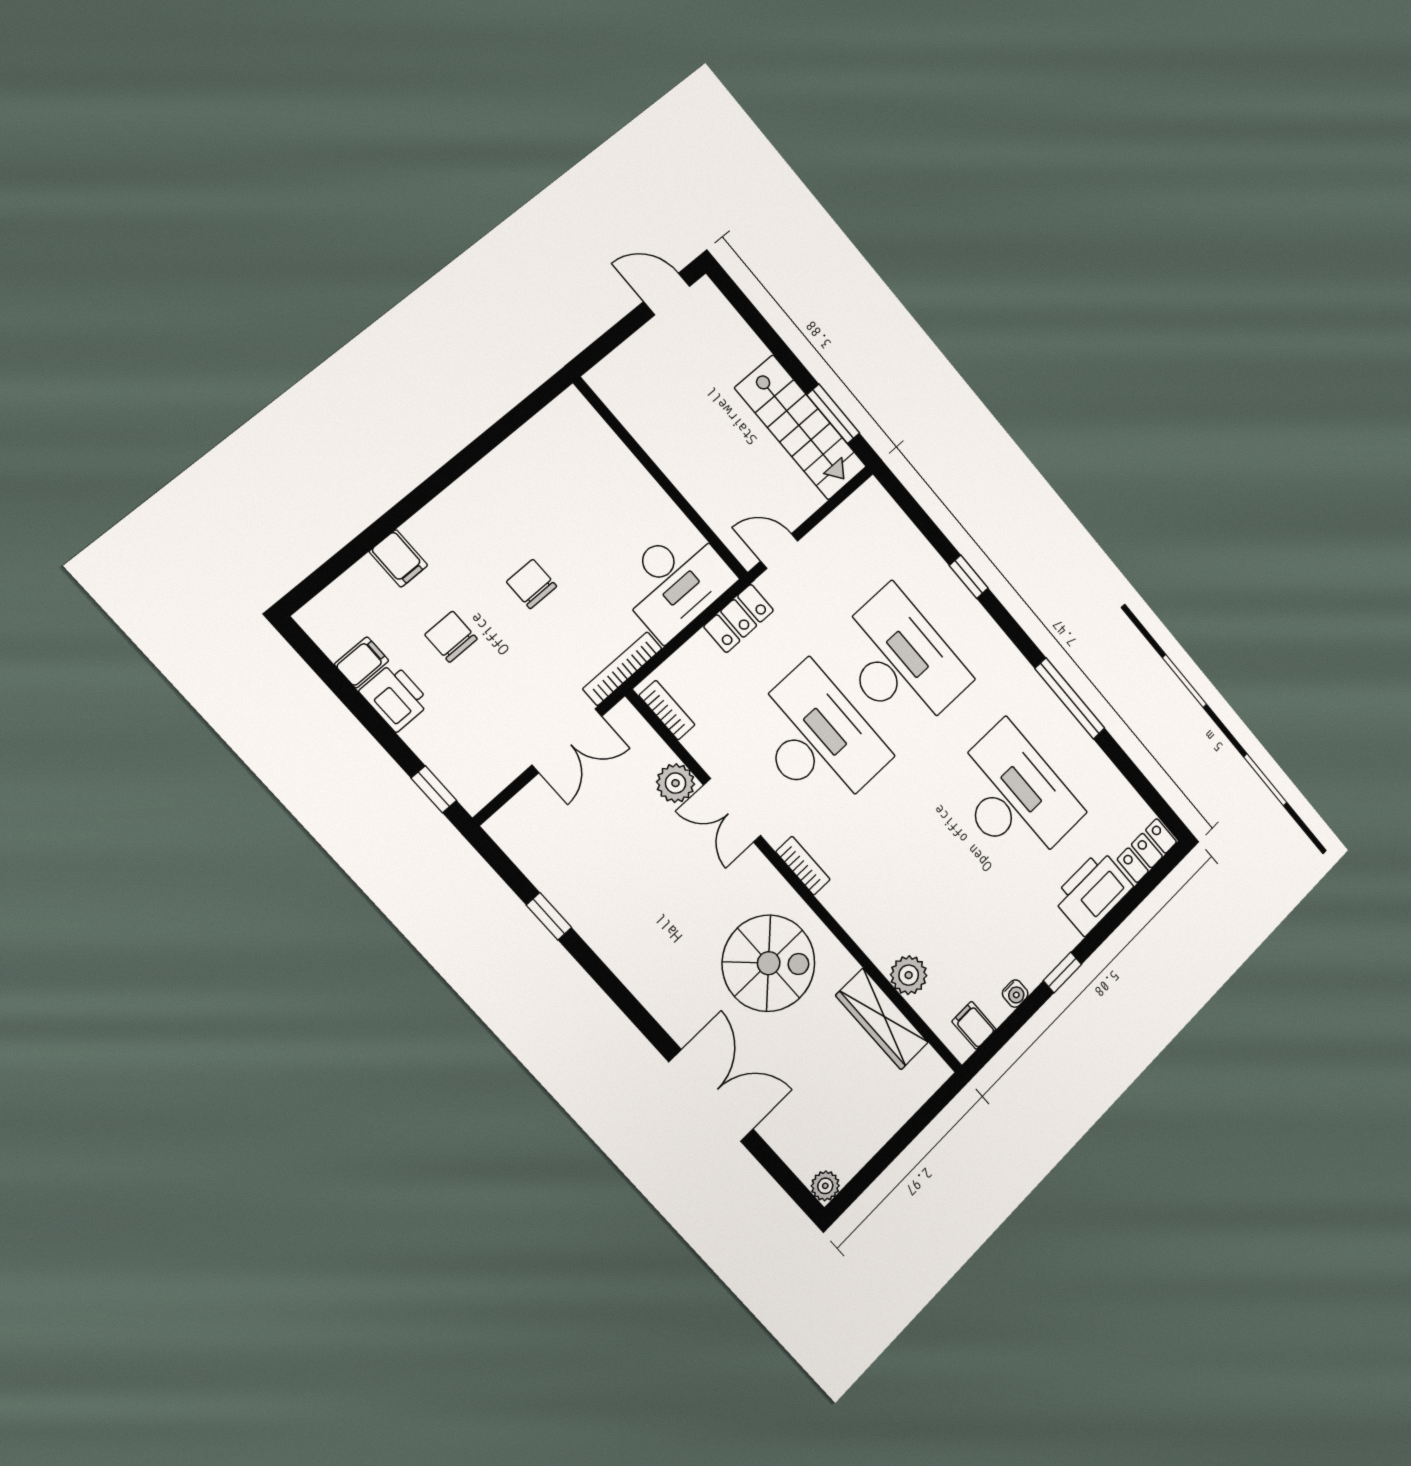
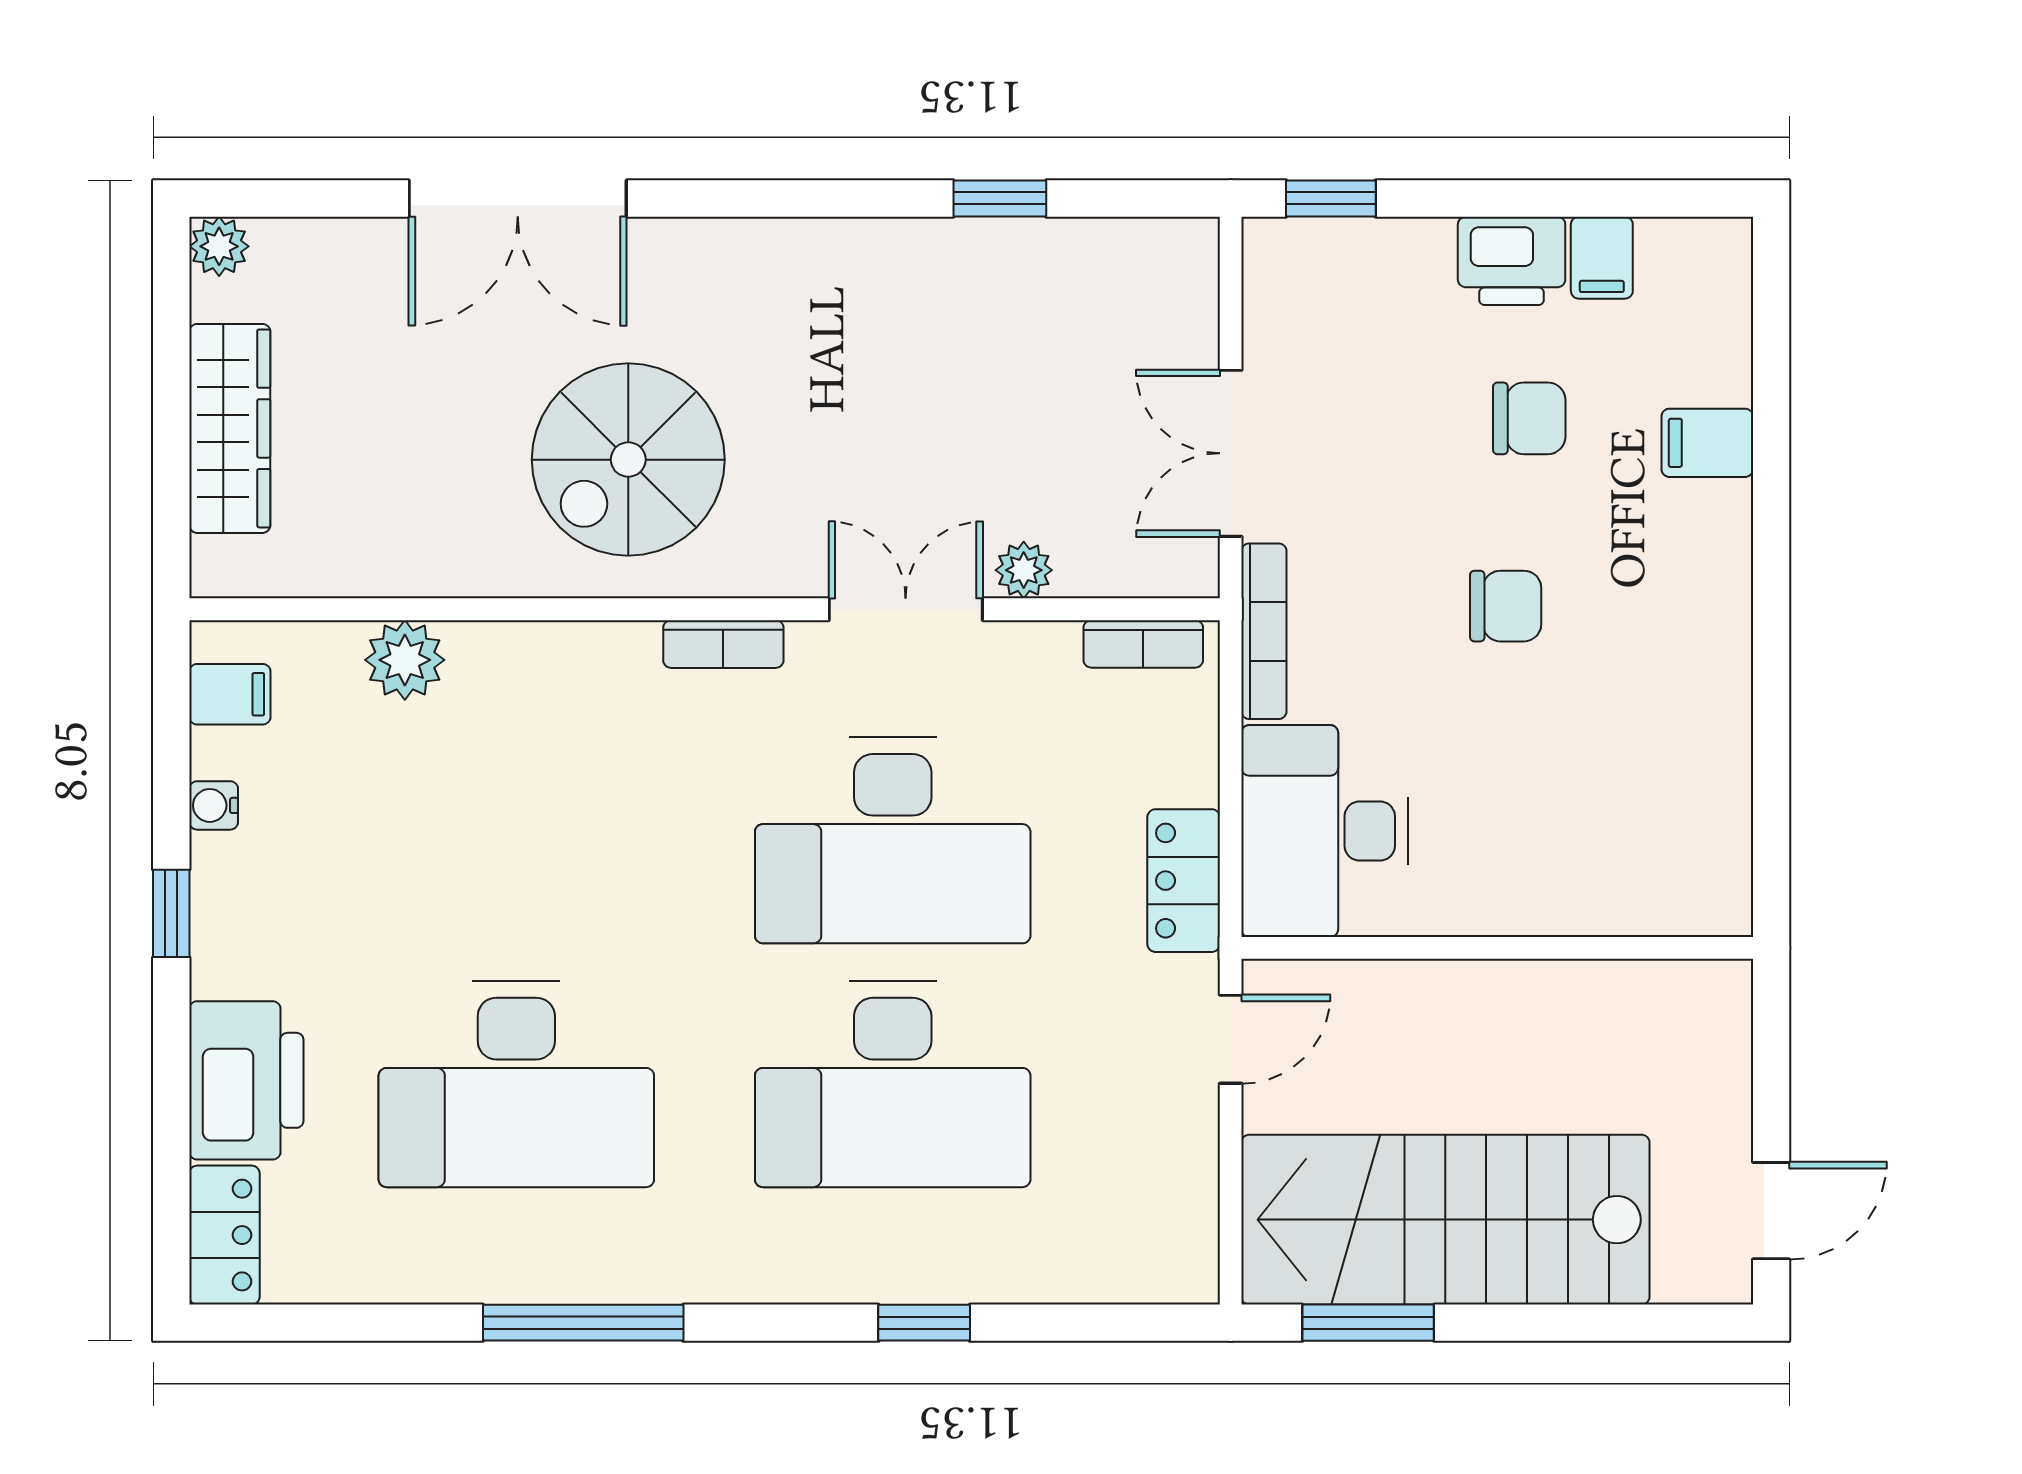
stairs: (801, 427) -> (1445, 1220), width x1.36, depth x1.51
plant: (676, 783) -> (1024, 570), width x0.73, depth x0.73
wardrobe: (882, 1019) -> (230, 428), moved, turned 90

